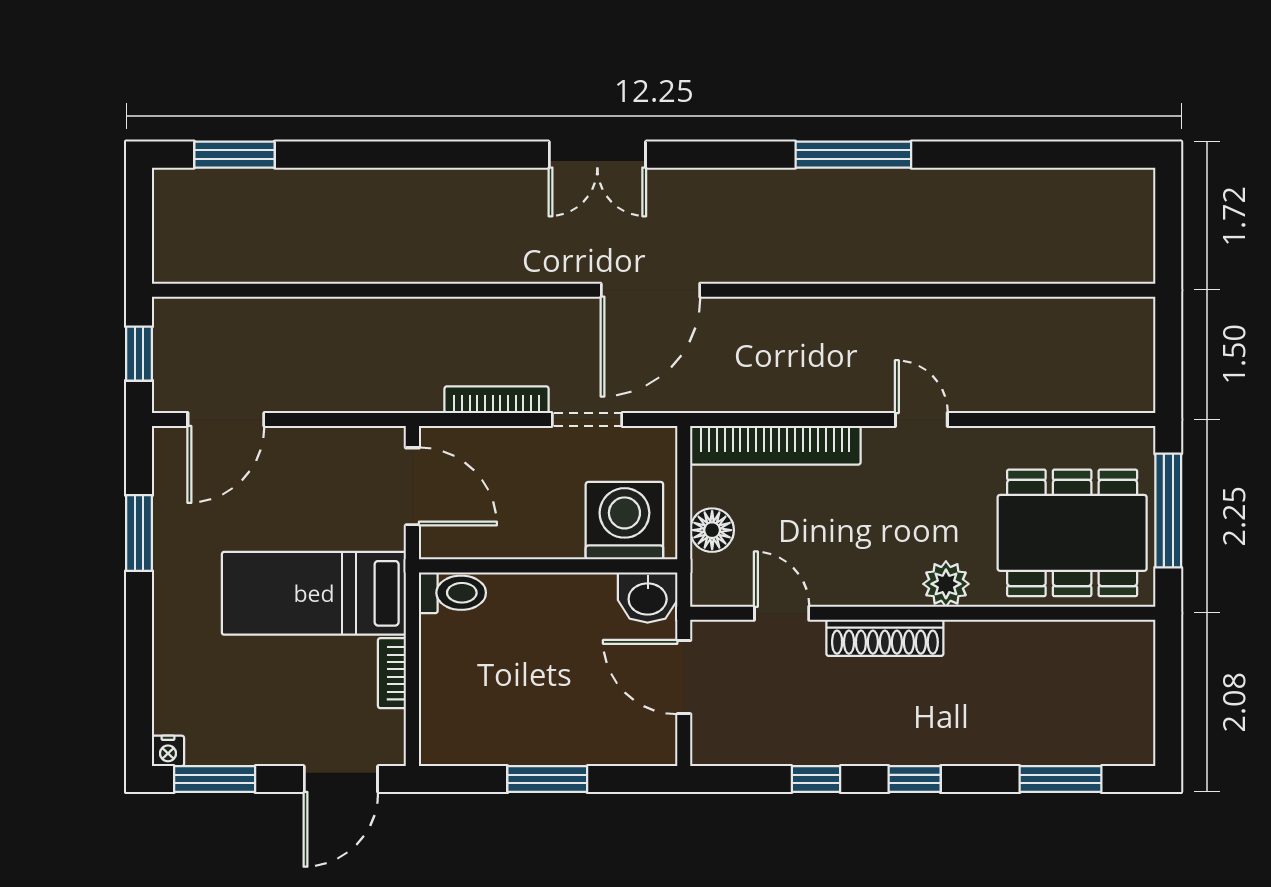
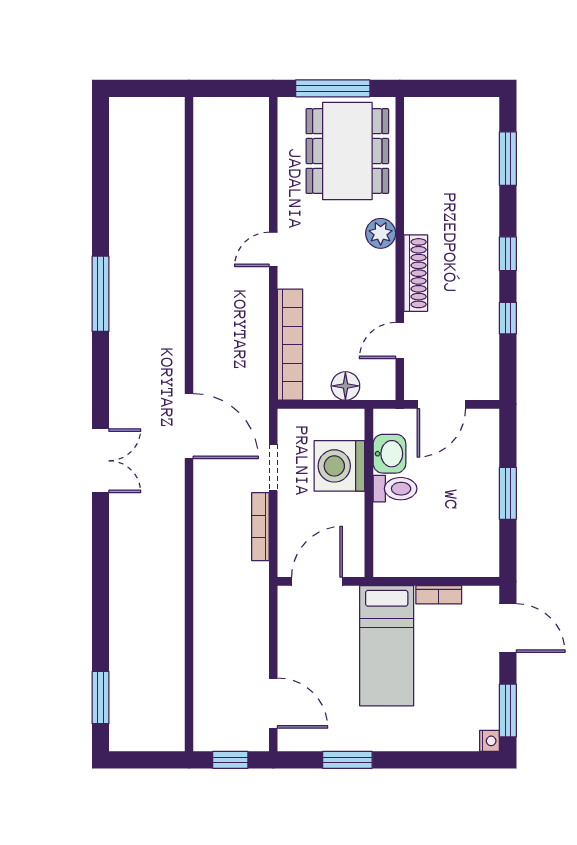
washing machine: (624, 521) -> (339, 466), moved
toilet: (452, 593) -> (395, 489), moved, turned 90
washbasin: (648, 598) -> (389, 454), moved

